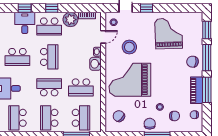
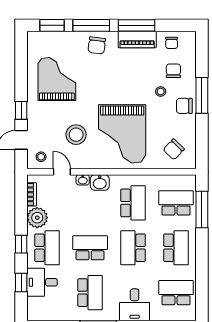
grand piano: (169, 33) -> (57, 79), turned 92
school desk: (17, 118) -> (176, 293), turned 180
school desk: (49, 118) -> (176, 248), turned -90

